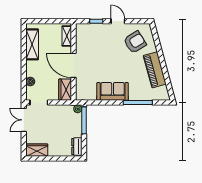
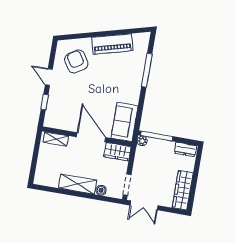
door: (118, 21) -> (49, 77), hinge flipped
shelving: (32, 44) -> (77, 184), moved
door: (73, 65) -> (91, 137), swing flipped
sofa: (113, 91) -> (125, 122), moved
wardrobe: (37, 150) -> (183, 190), width x1.50

